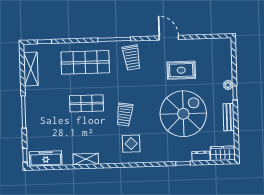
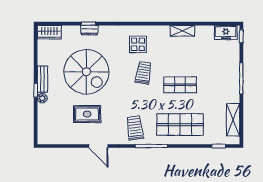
spiral stairs: (183, 114) -> (86, 72), turned -90
bench: (229, 117) -> (42, 79), moved
dresser: (201, 156) -> (89, 30), moved
freezer: (46, 159) -> (226, 33), width x0.71

